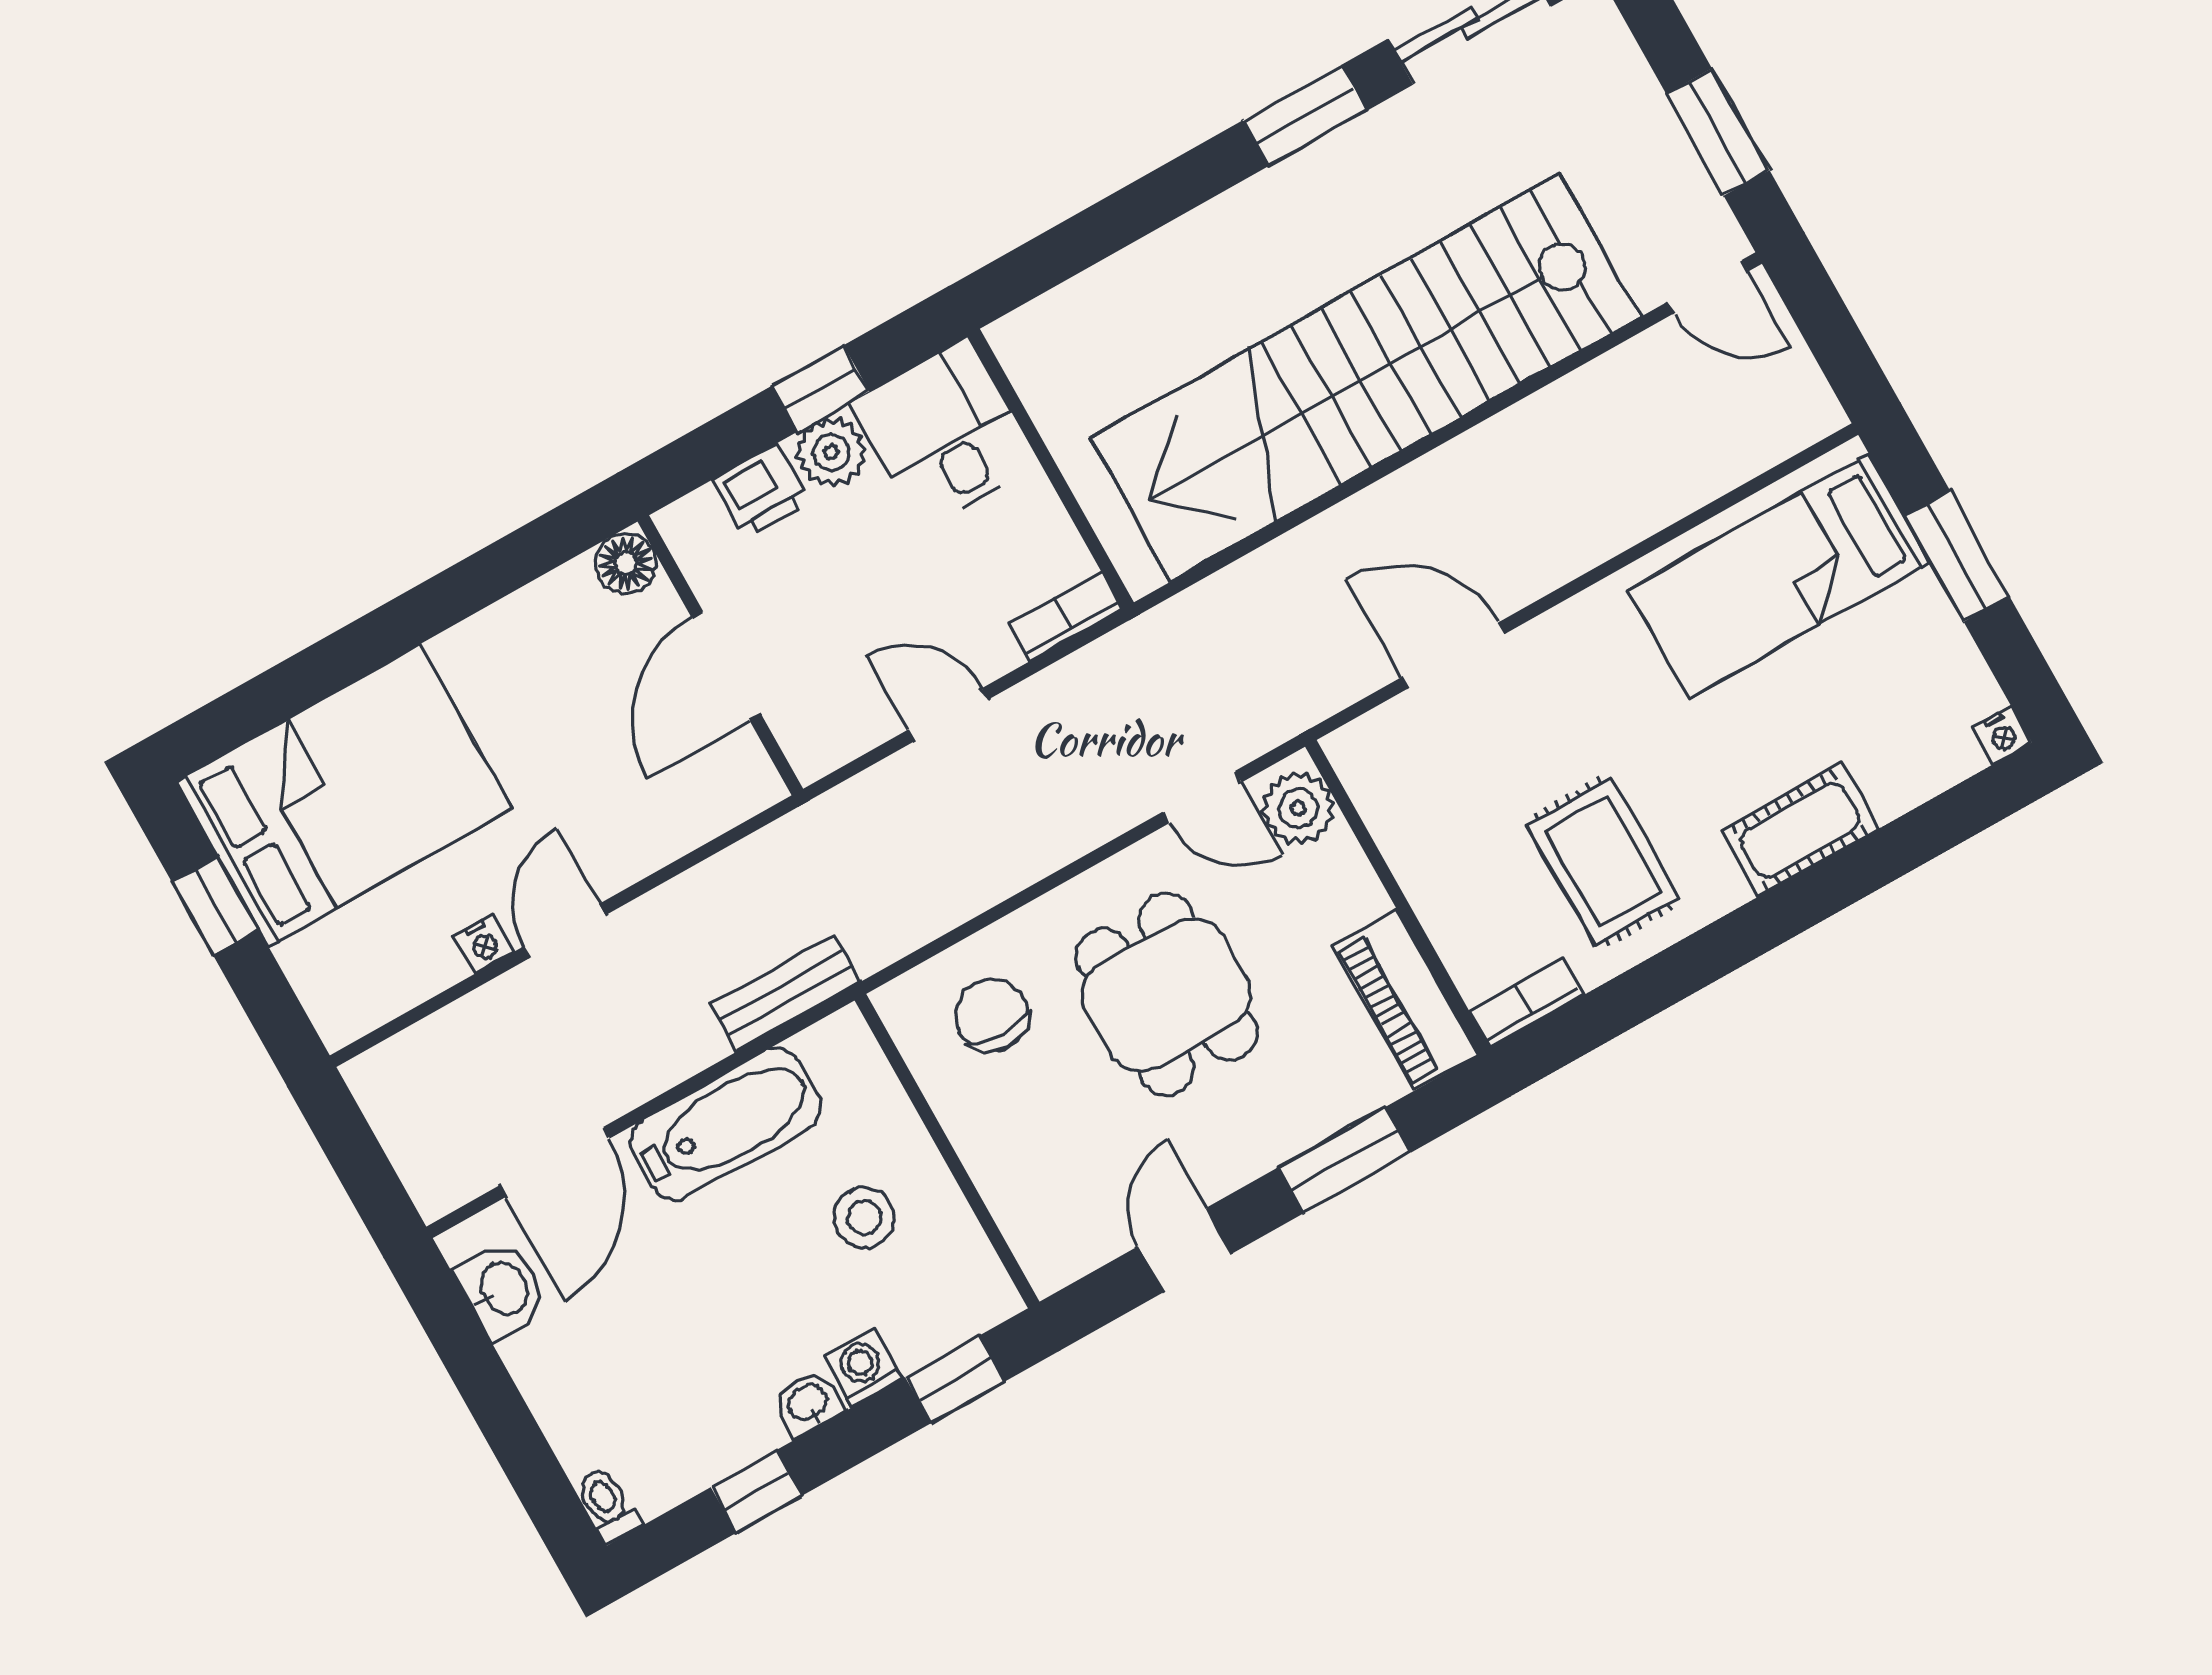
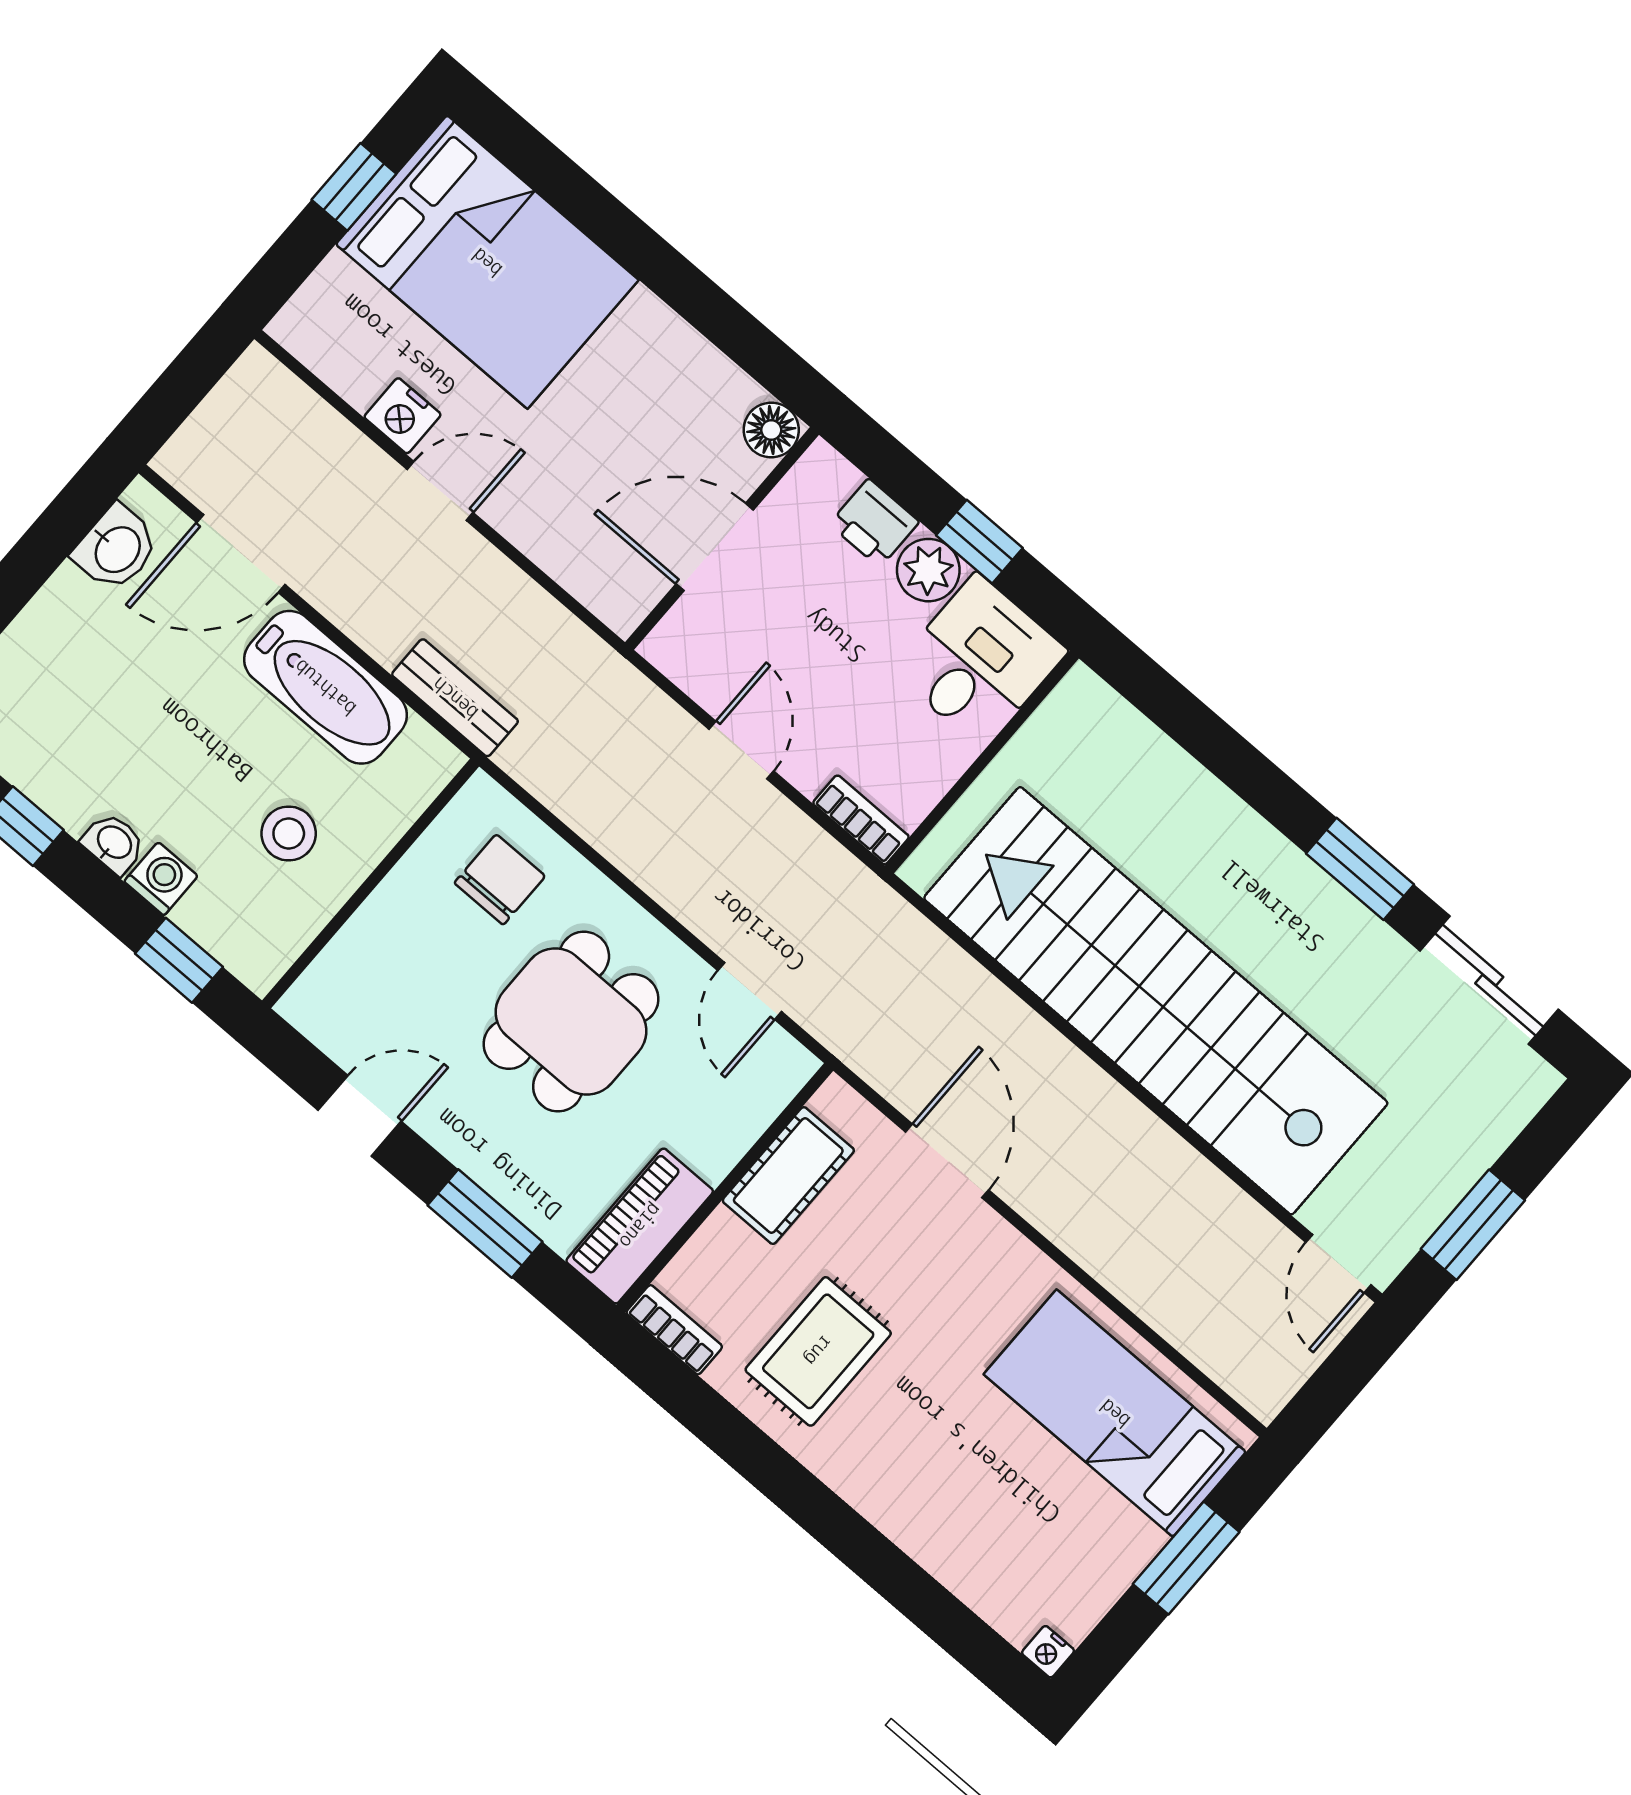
plant: (1298, 808) -> (770, 1076), removed
cot: (1800, 830) -> (788, 1176), moved, turned 90
nightstand: (484, 944) -> (403, 416), width x1.39, depth x1.35

